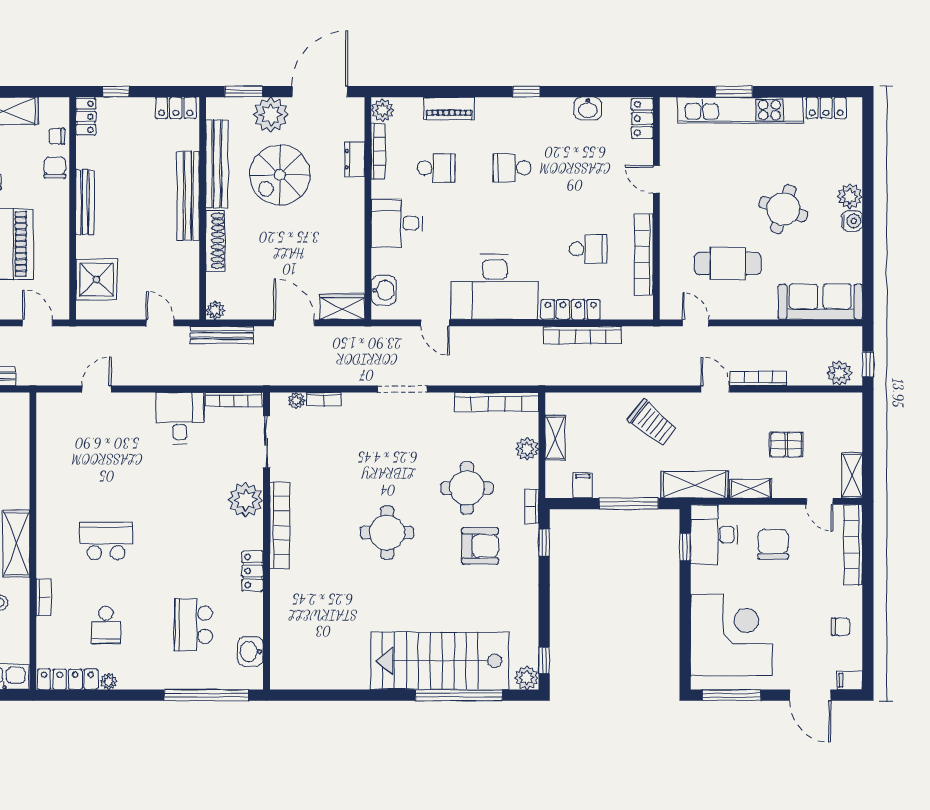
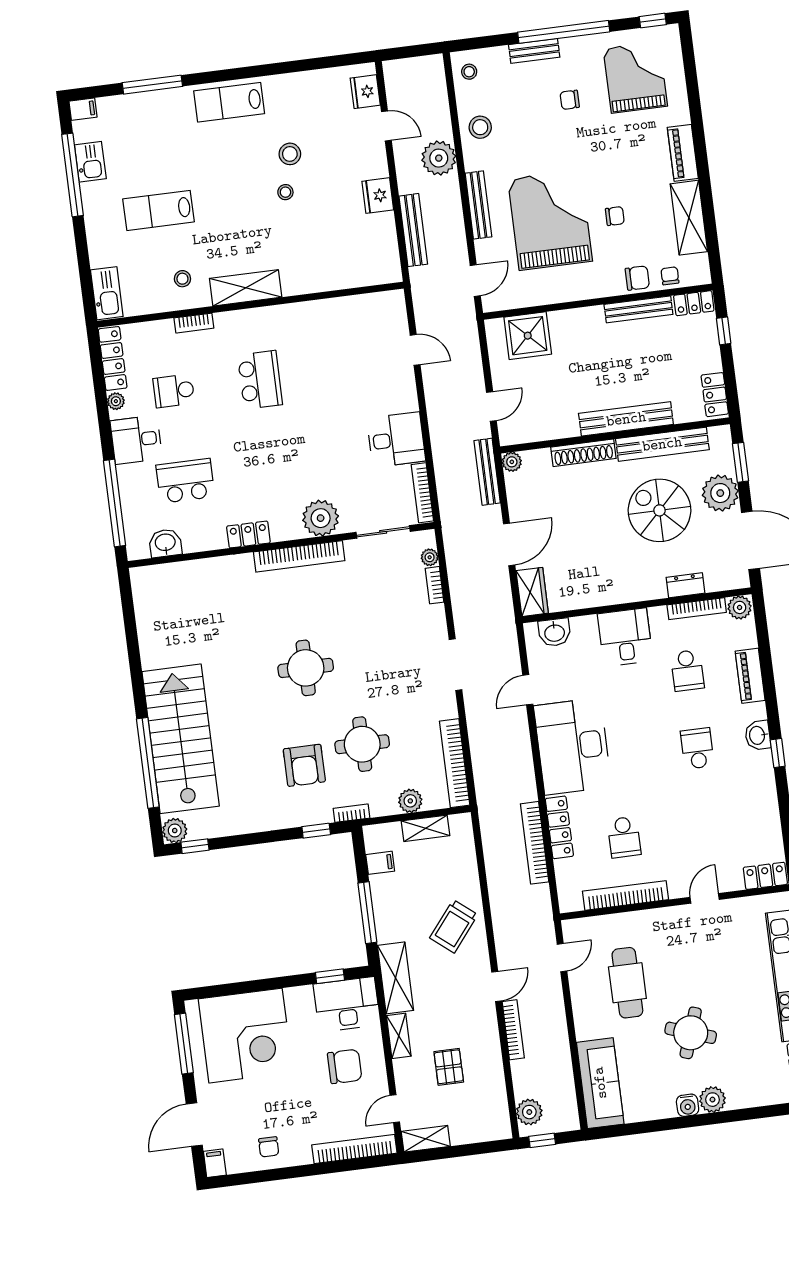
washbasin: (588, 109) -> (758, 735), moved
bench: (85, 202) -> (638, 309), moved
desk: (148, 667) -> (136, 440), added

